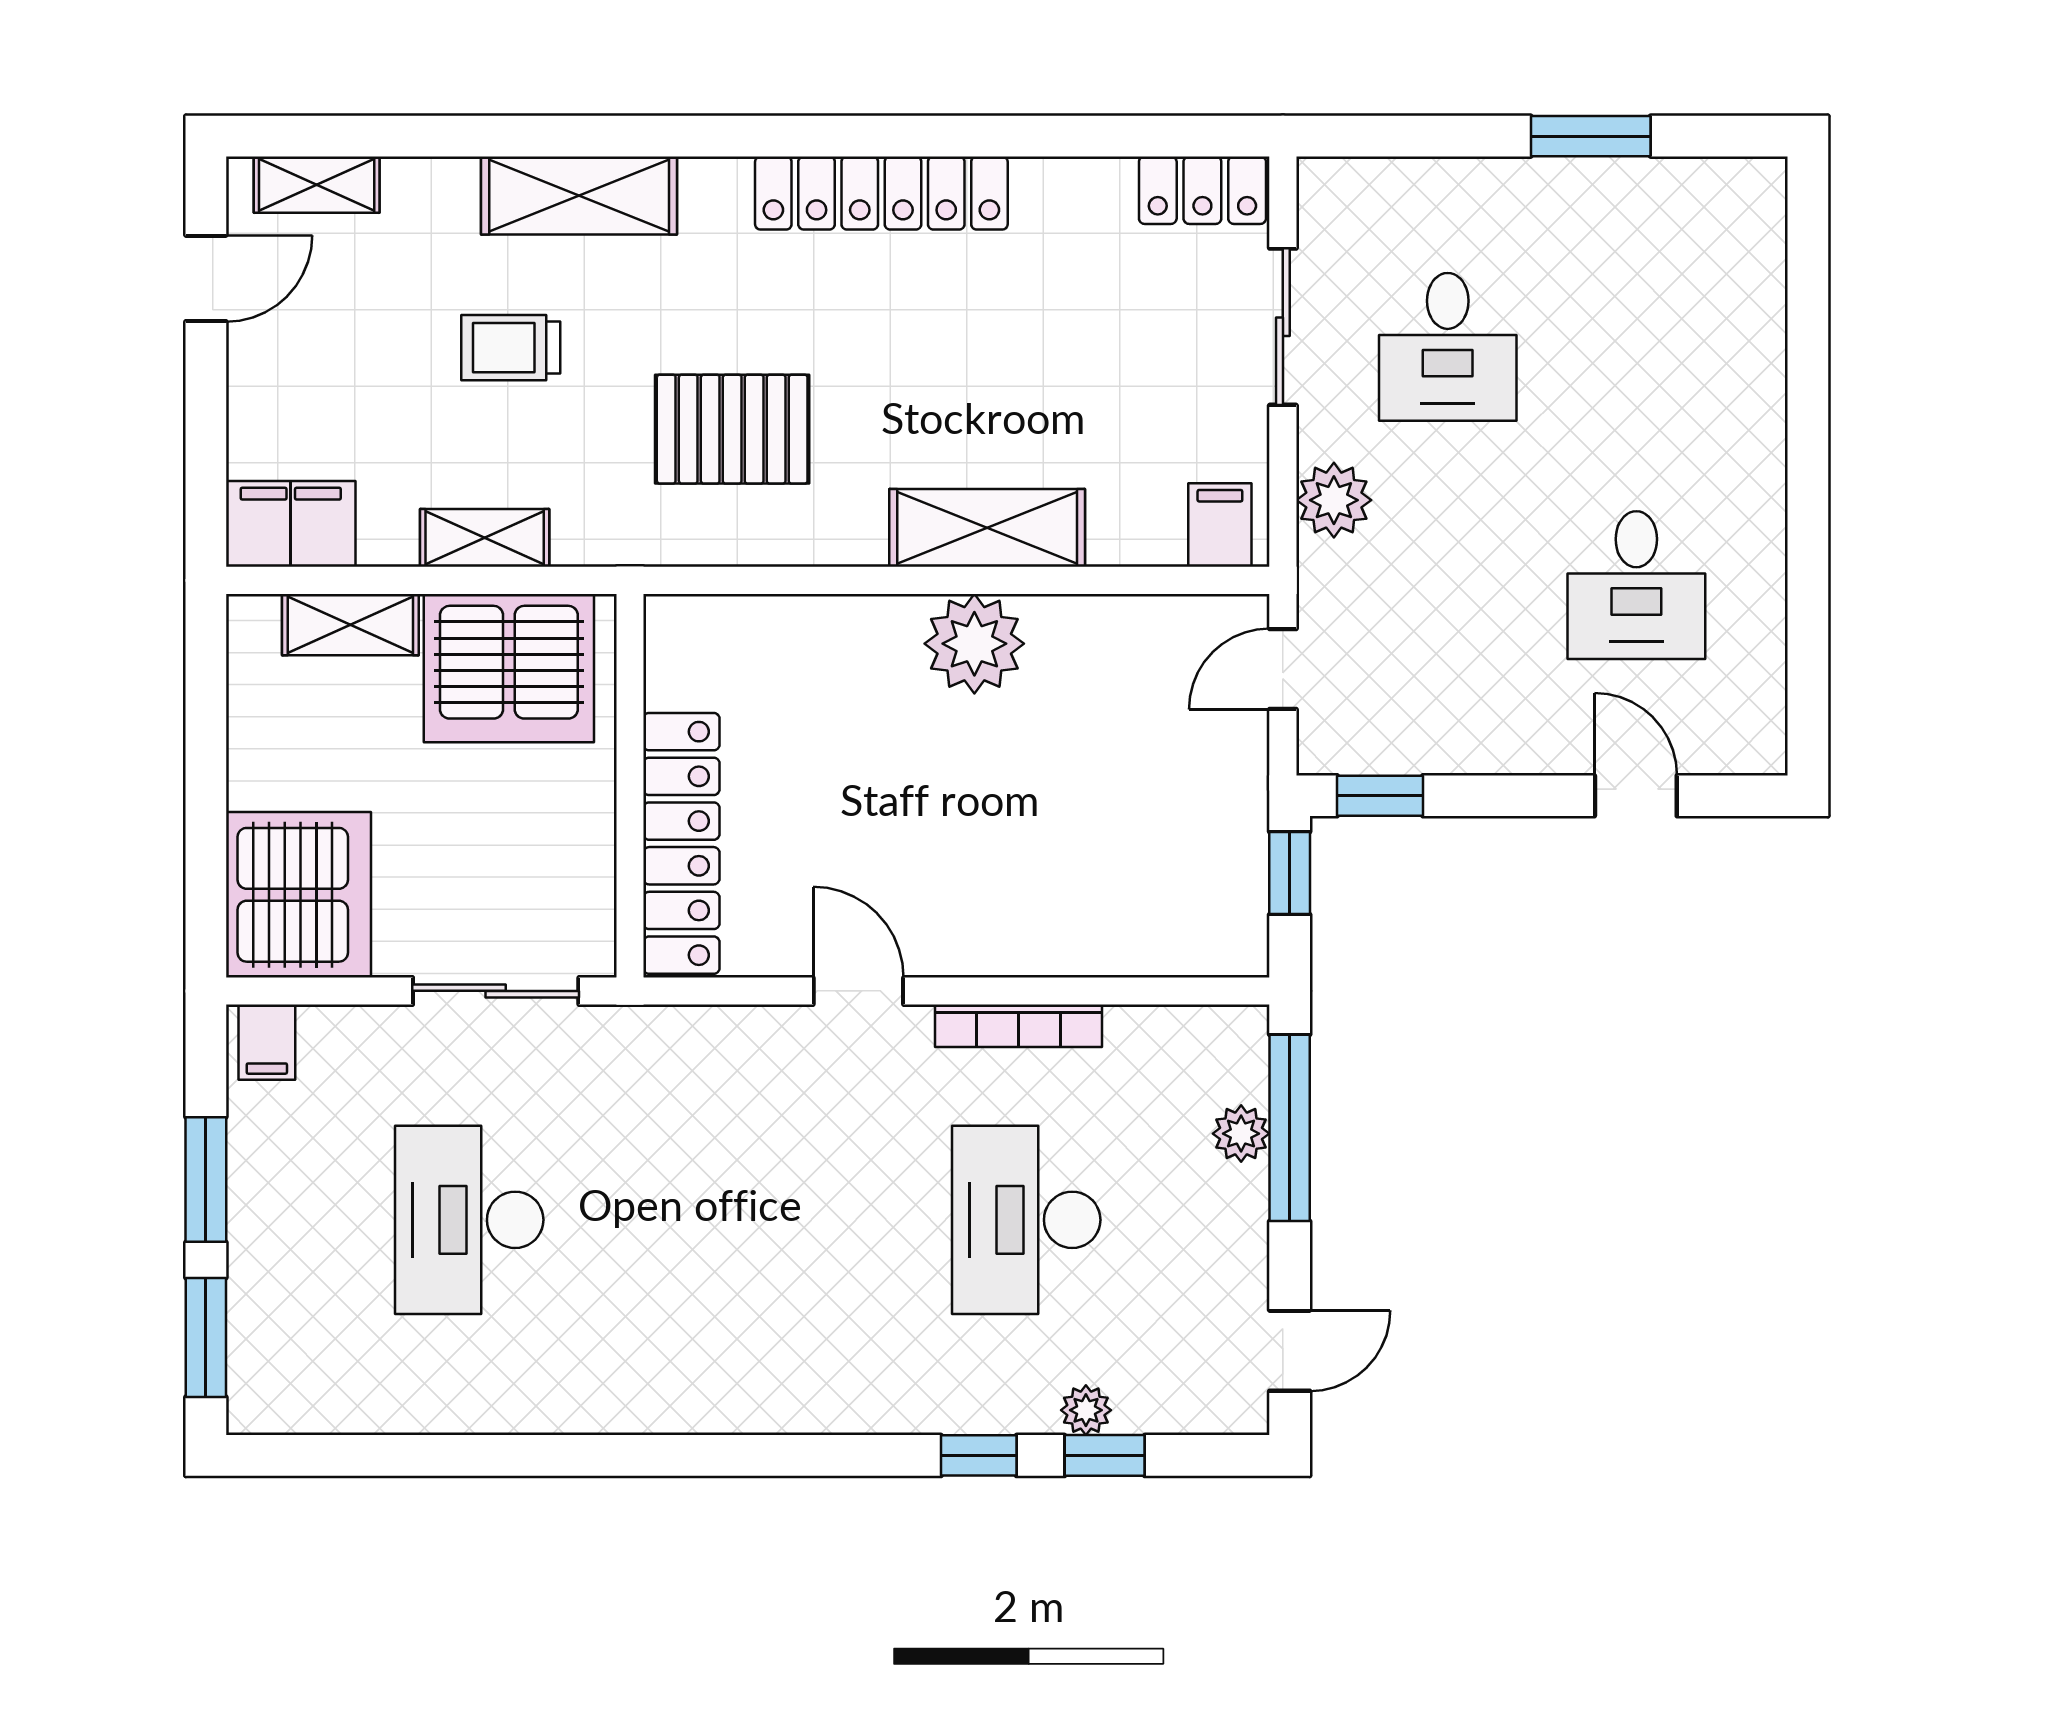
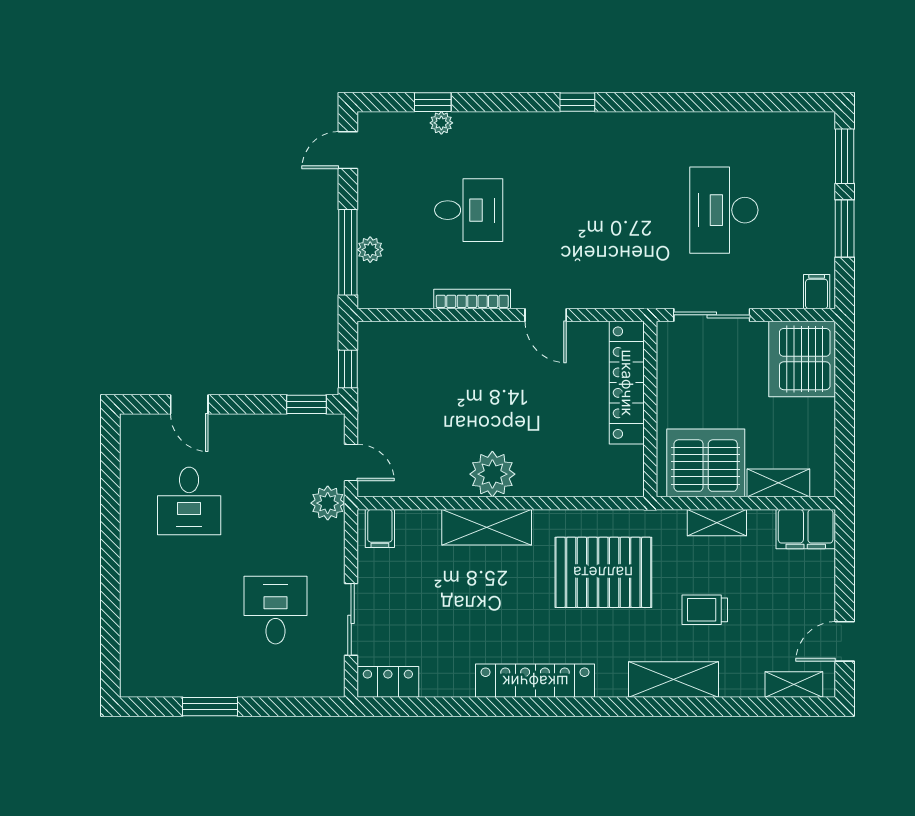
trolley: (511, 348) -> (705, 610), turned 180
pallet: (732, 429) -> (603, 572), width x1.37, depth x1.41
plant: (1334, 500) -> (328, 503), moved
desk: (1636, 585) -> (189, 501), turned 180
door: (1283, 669) -> (351, 463), hinge flipped
desk: (469, 1220) -> (724, 210), turned 180
desk: (1026, 1220) -> (469, 210), width x0.73
window: (979, 1455) -> (577, 102), moved

